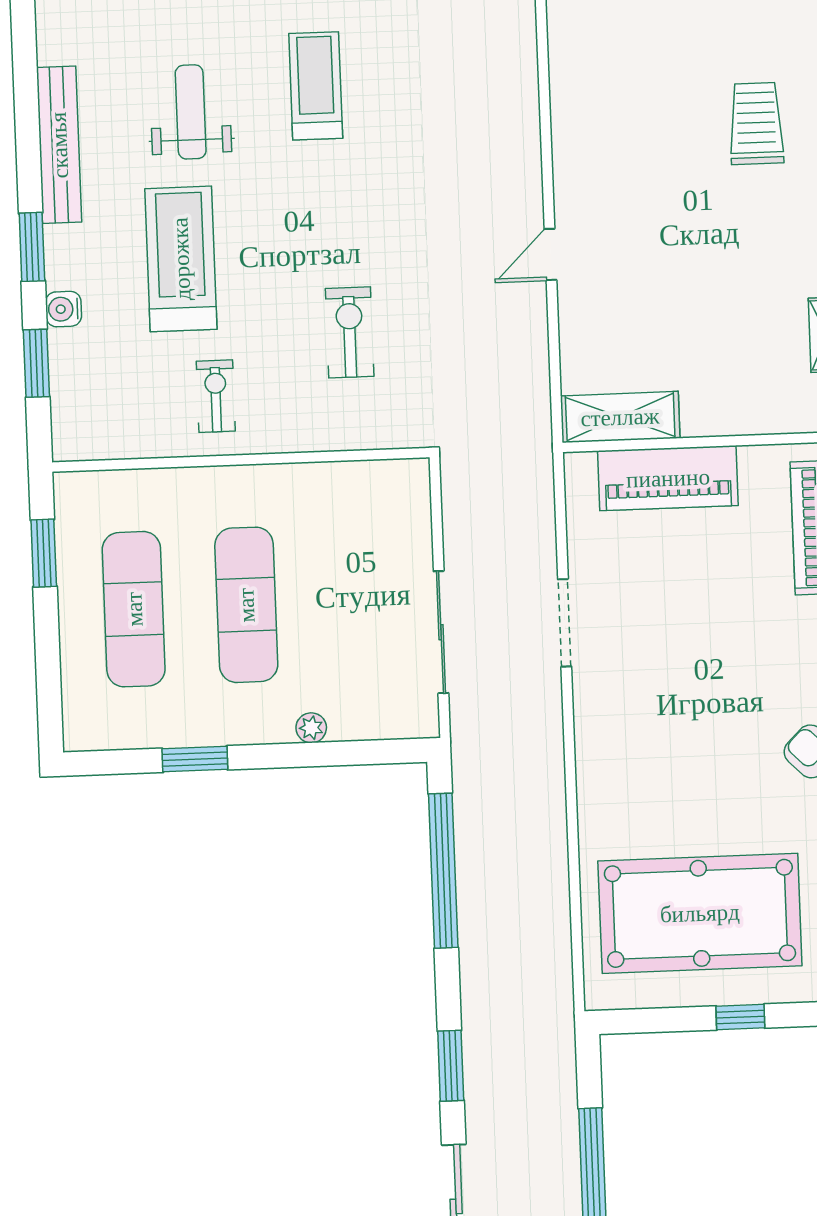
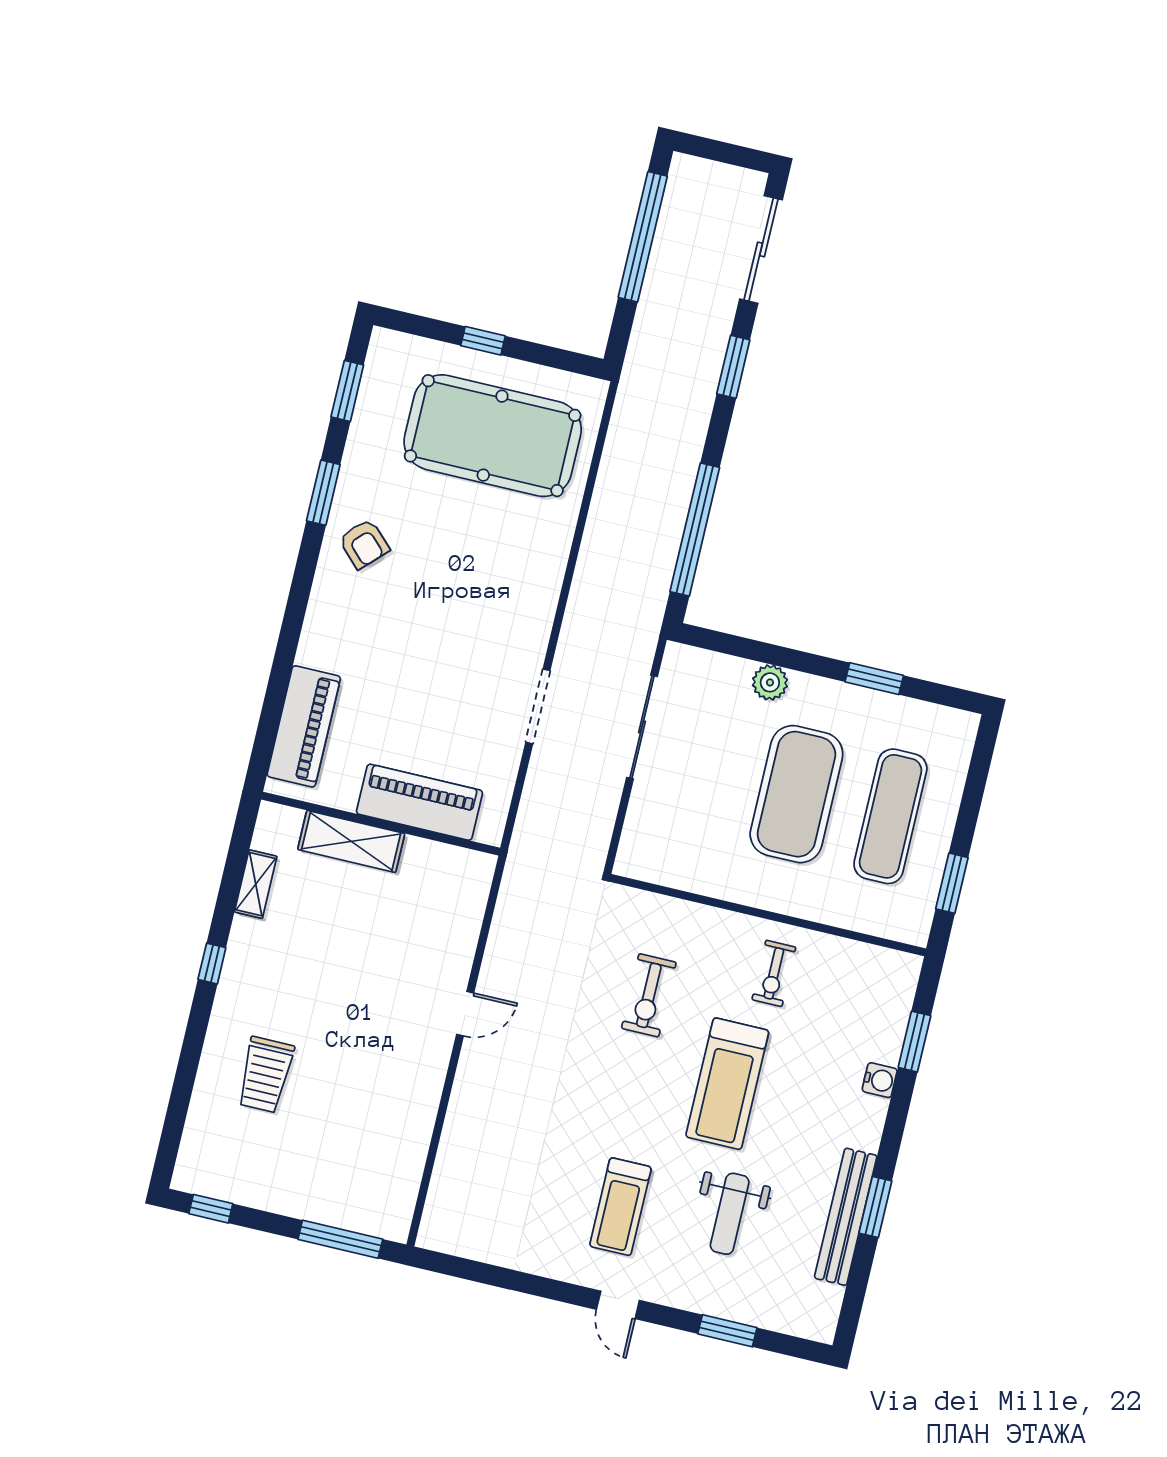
window: (32, 247) -> (875, 1207), moved
treadmill: (181, 259) -> (727, 1084), moved
shelving: (620, 417) -> (351, 841), moved
exercise mat: (246, 605) -> (796, 794), width x1.47
plant: (311, 728) -> (770, 682), width x1.38, depth x1.38

